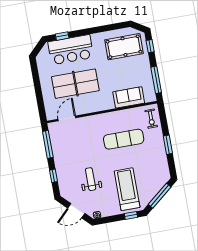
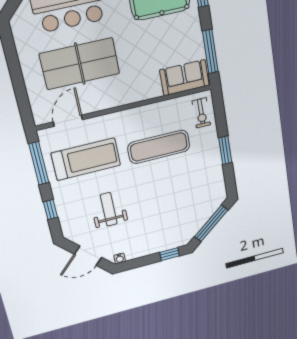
sofa: (129, 97) -> (185, 78), moved
treadmill: (127, 189) -> (86, 159), moved, turned 90

